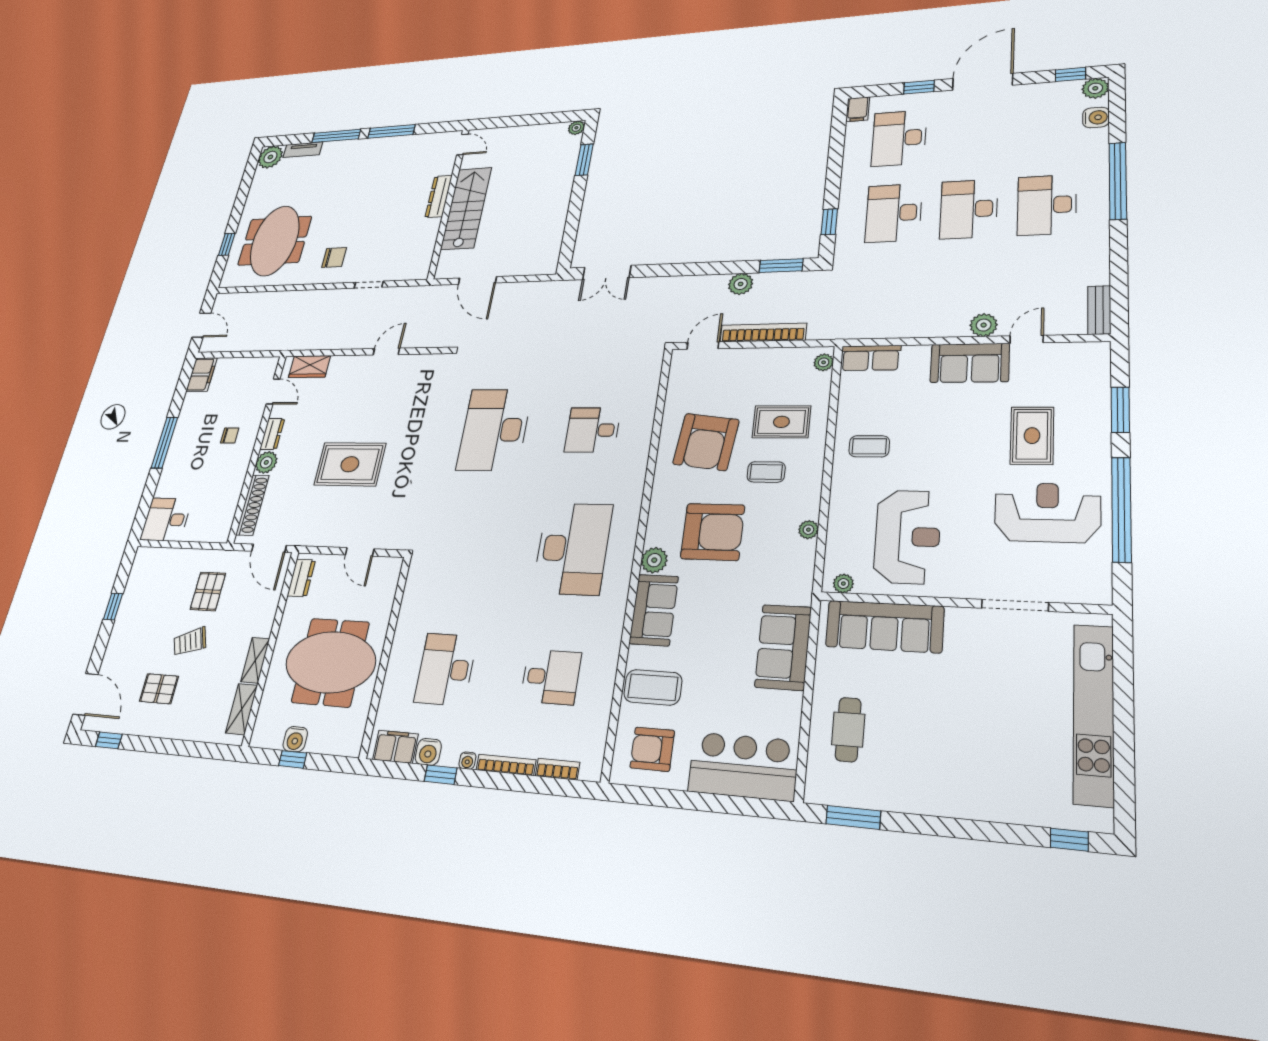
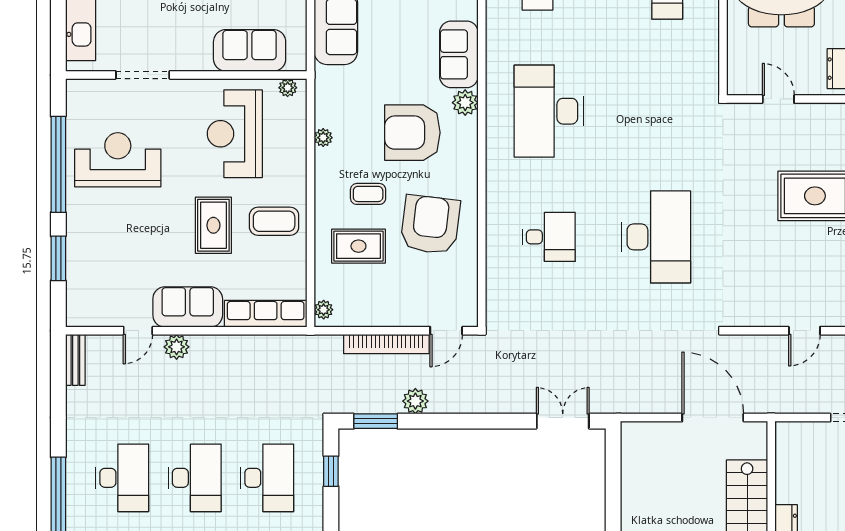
door: (477, 280) -> (713, 418), width x1.36
row of seats: (871, 358) -> (266, 314), width x1.48
rug: (1032, 436) -> (213, 225), moved
coffee table: (869, 446) -> (274, 221), width x1.36, depth x1.30
reception desk: (1047, 512) -> (118, 160), turned 180
sofa: (884, 626) -> (250, 50), width x0.73

